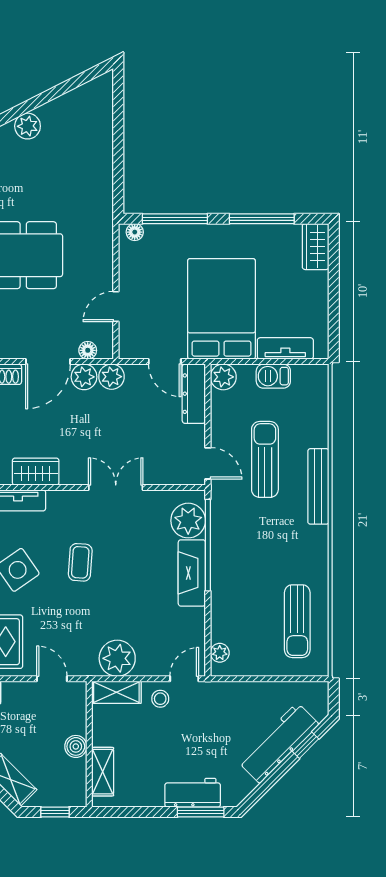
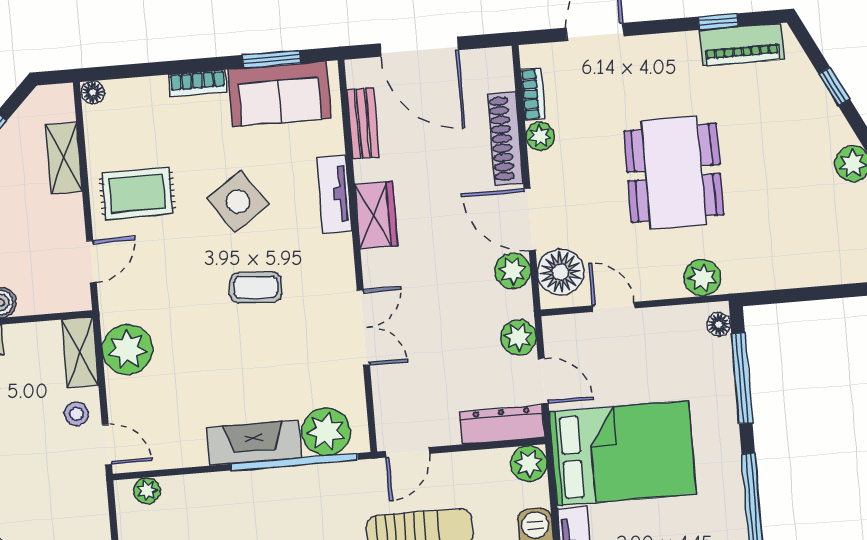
plant: (100, 241) -> (702, 278), added
floor lamp: (88, 350) -> (561, 272), width x1.89, depth x1.89
door: (165, 362) -> (543, 381), swing flipped
plant: (112, 377) -> (519, 337), moved

